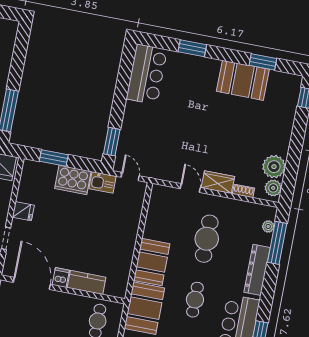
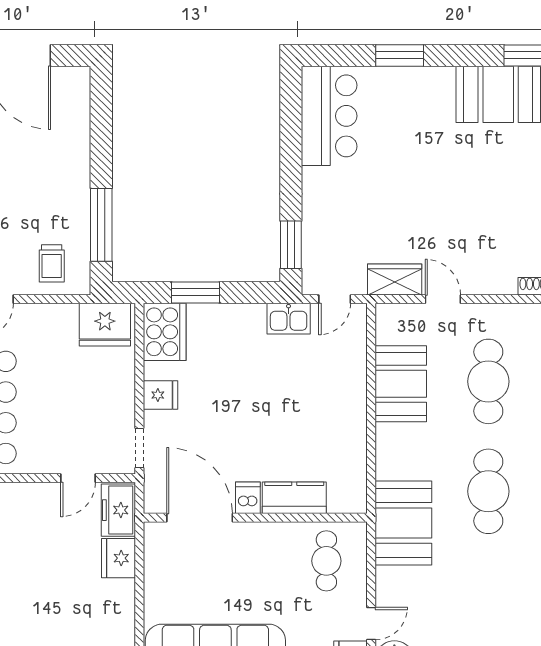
door: (130, 177) -> (335, 299), swing flipped
cooker: (73, 180) -> (165, 332), moved, turned -90
wardrobe: (218, 182) -> (395, 279), moved
booth: (152, 262) -> (401, 384), moved
cafe table: (195, 300) -> (488, 491), width x1.37, depth x1.35

